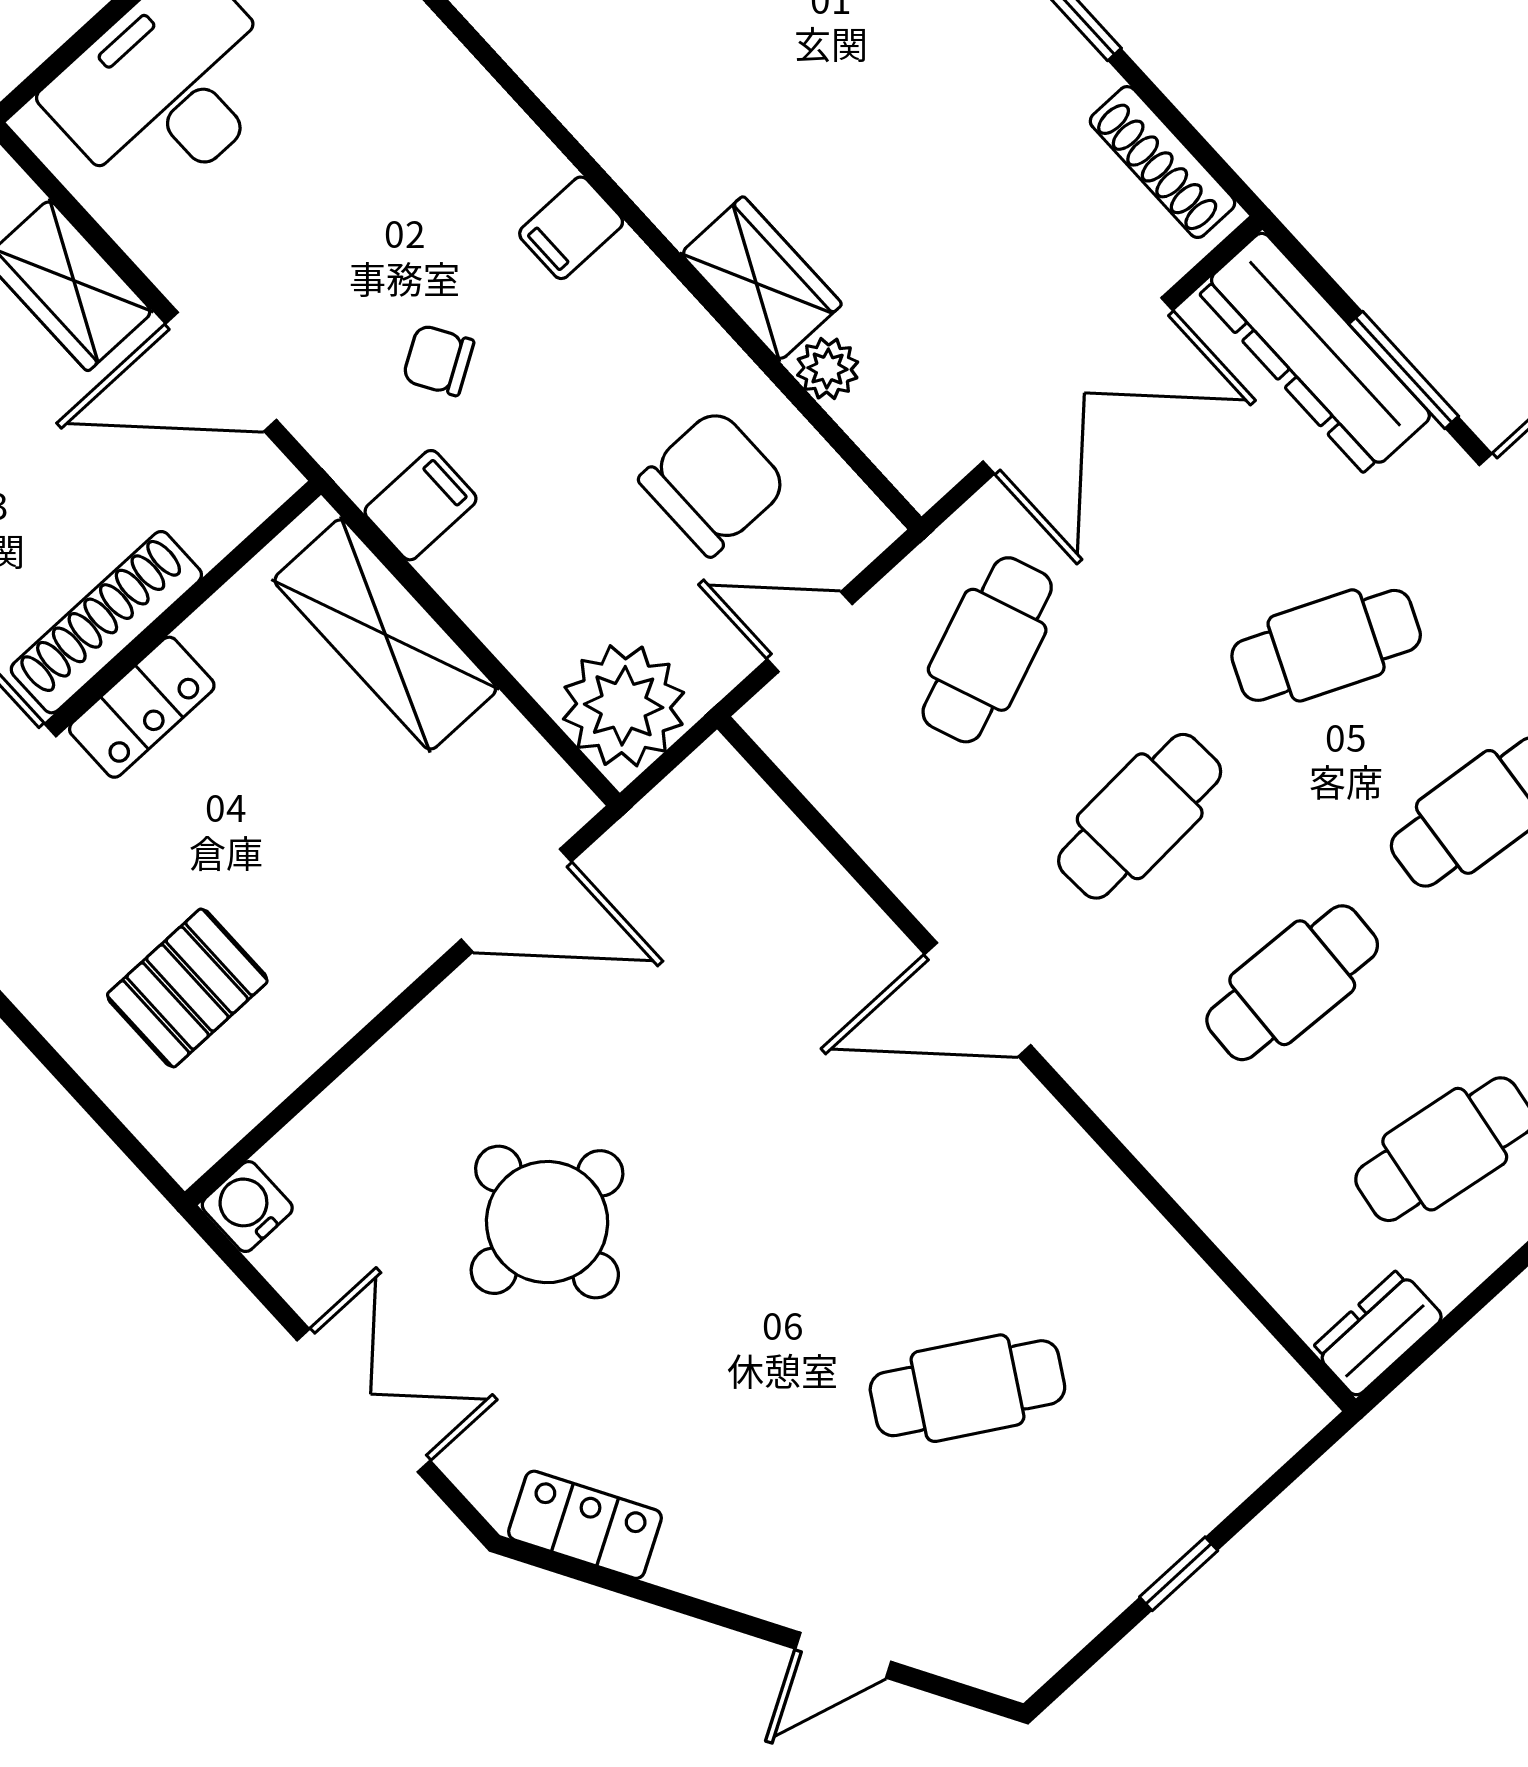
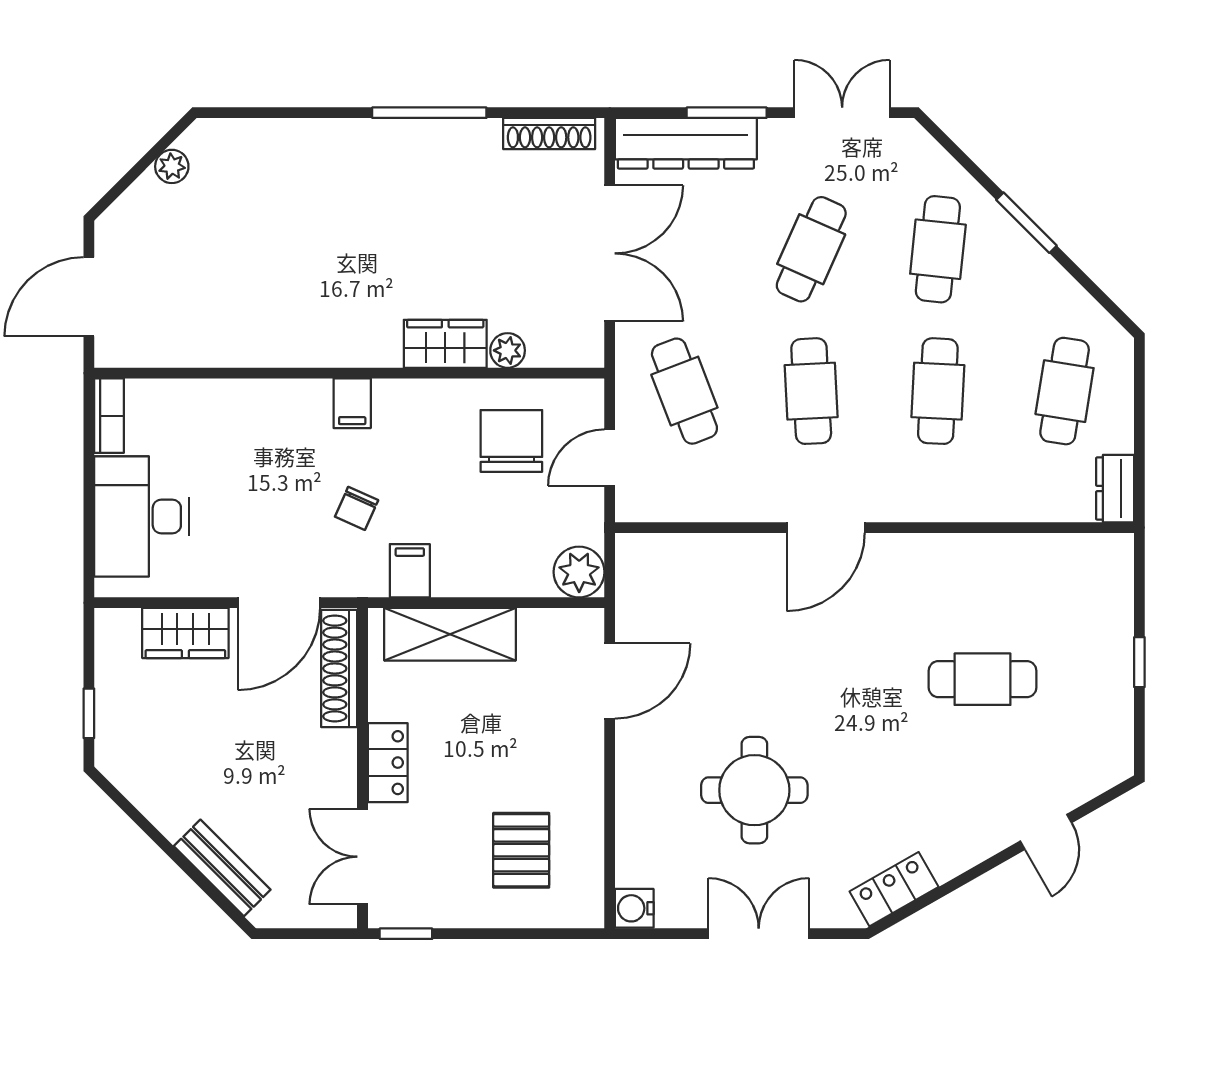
chair: (438, 360) -> (357, 508), turned -35
shoe rack: (106, 622) -> (339, 668), moved
plant: (624, 706) -> (579, 572), width x0.73, depth x0.73
cafe table: (967, 1388) -> (983, 679), turned 59

